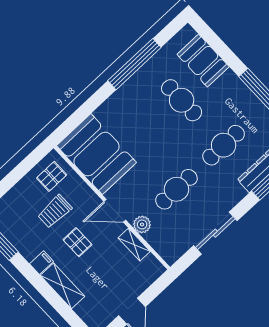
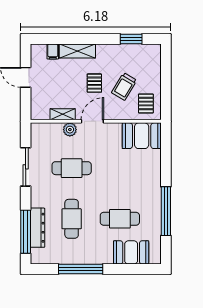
booth: (97, 154) -> (142, 136), width x0.73, depth x0.70
cafe table: (176, 189) -> (72, 168), turned 90
trolley: (55, 211) -> (124, 86), turned -149
pallet: (77, 242) -> (94, 83), turned 90
filing cabinet: (41, 263) -> (53, 51), moved

